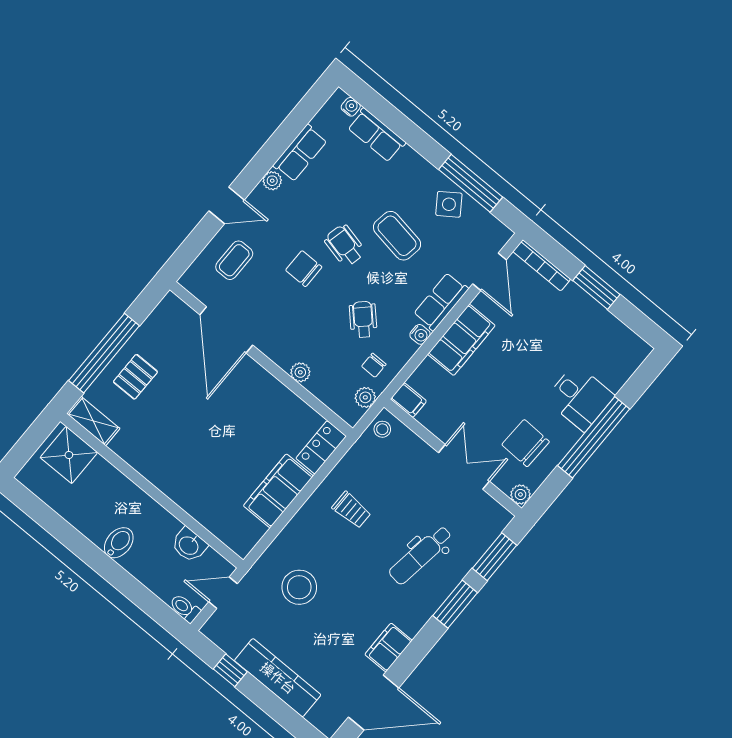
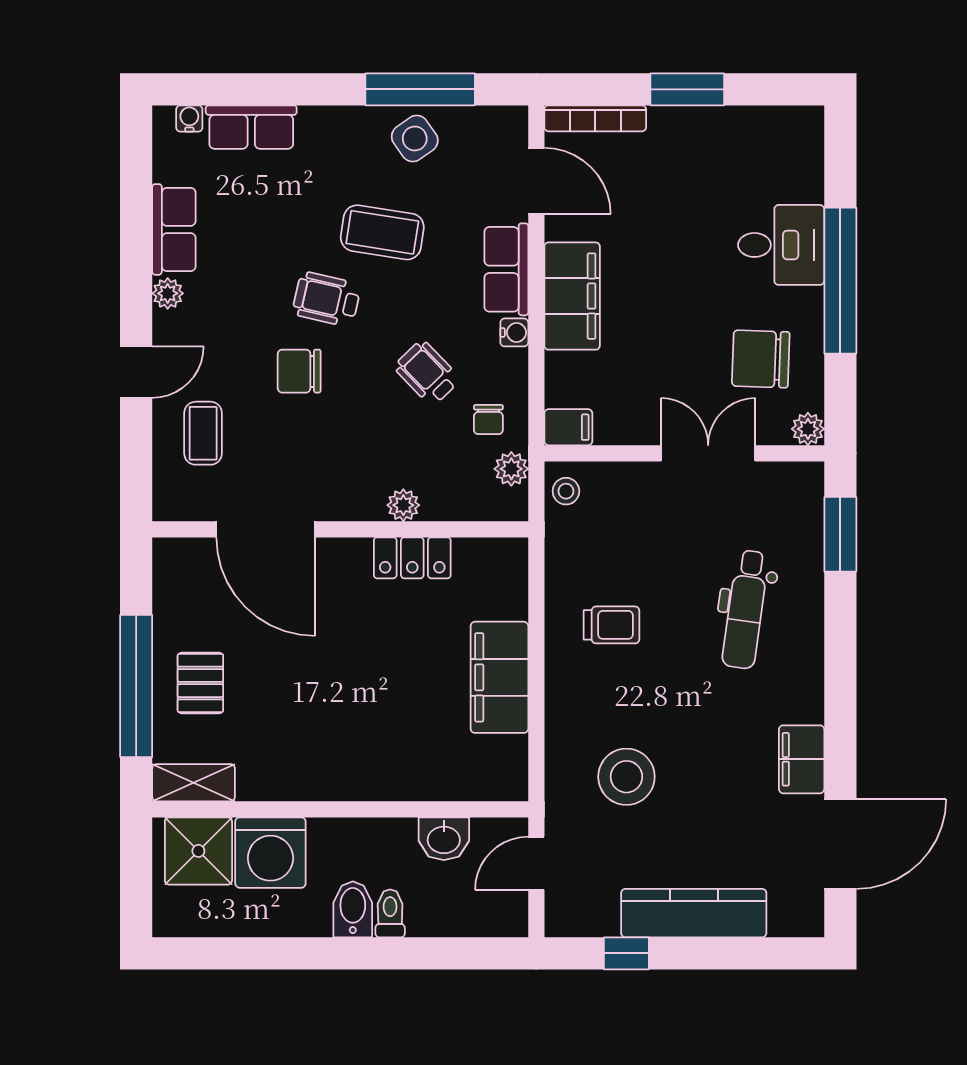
locker: (321, 447) -> (412, 558), moved, turned -90
washing machine: (102, 484) -> (270, 853), added
window: (455, 604) -> (840, 635), removed
toilet: (185, 608) -> (390, 913), moved, turned 90

